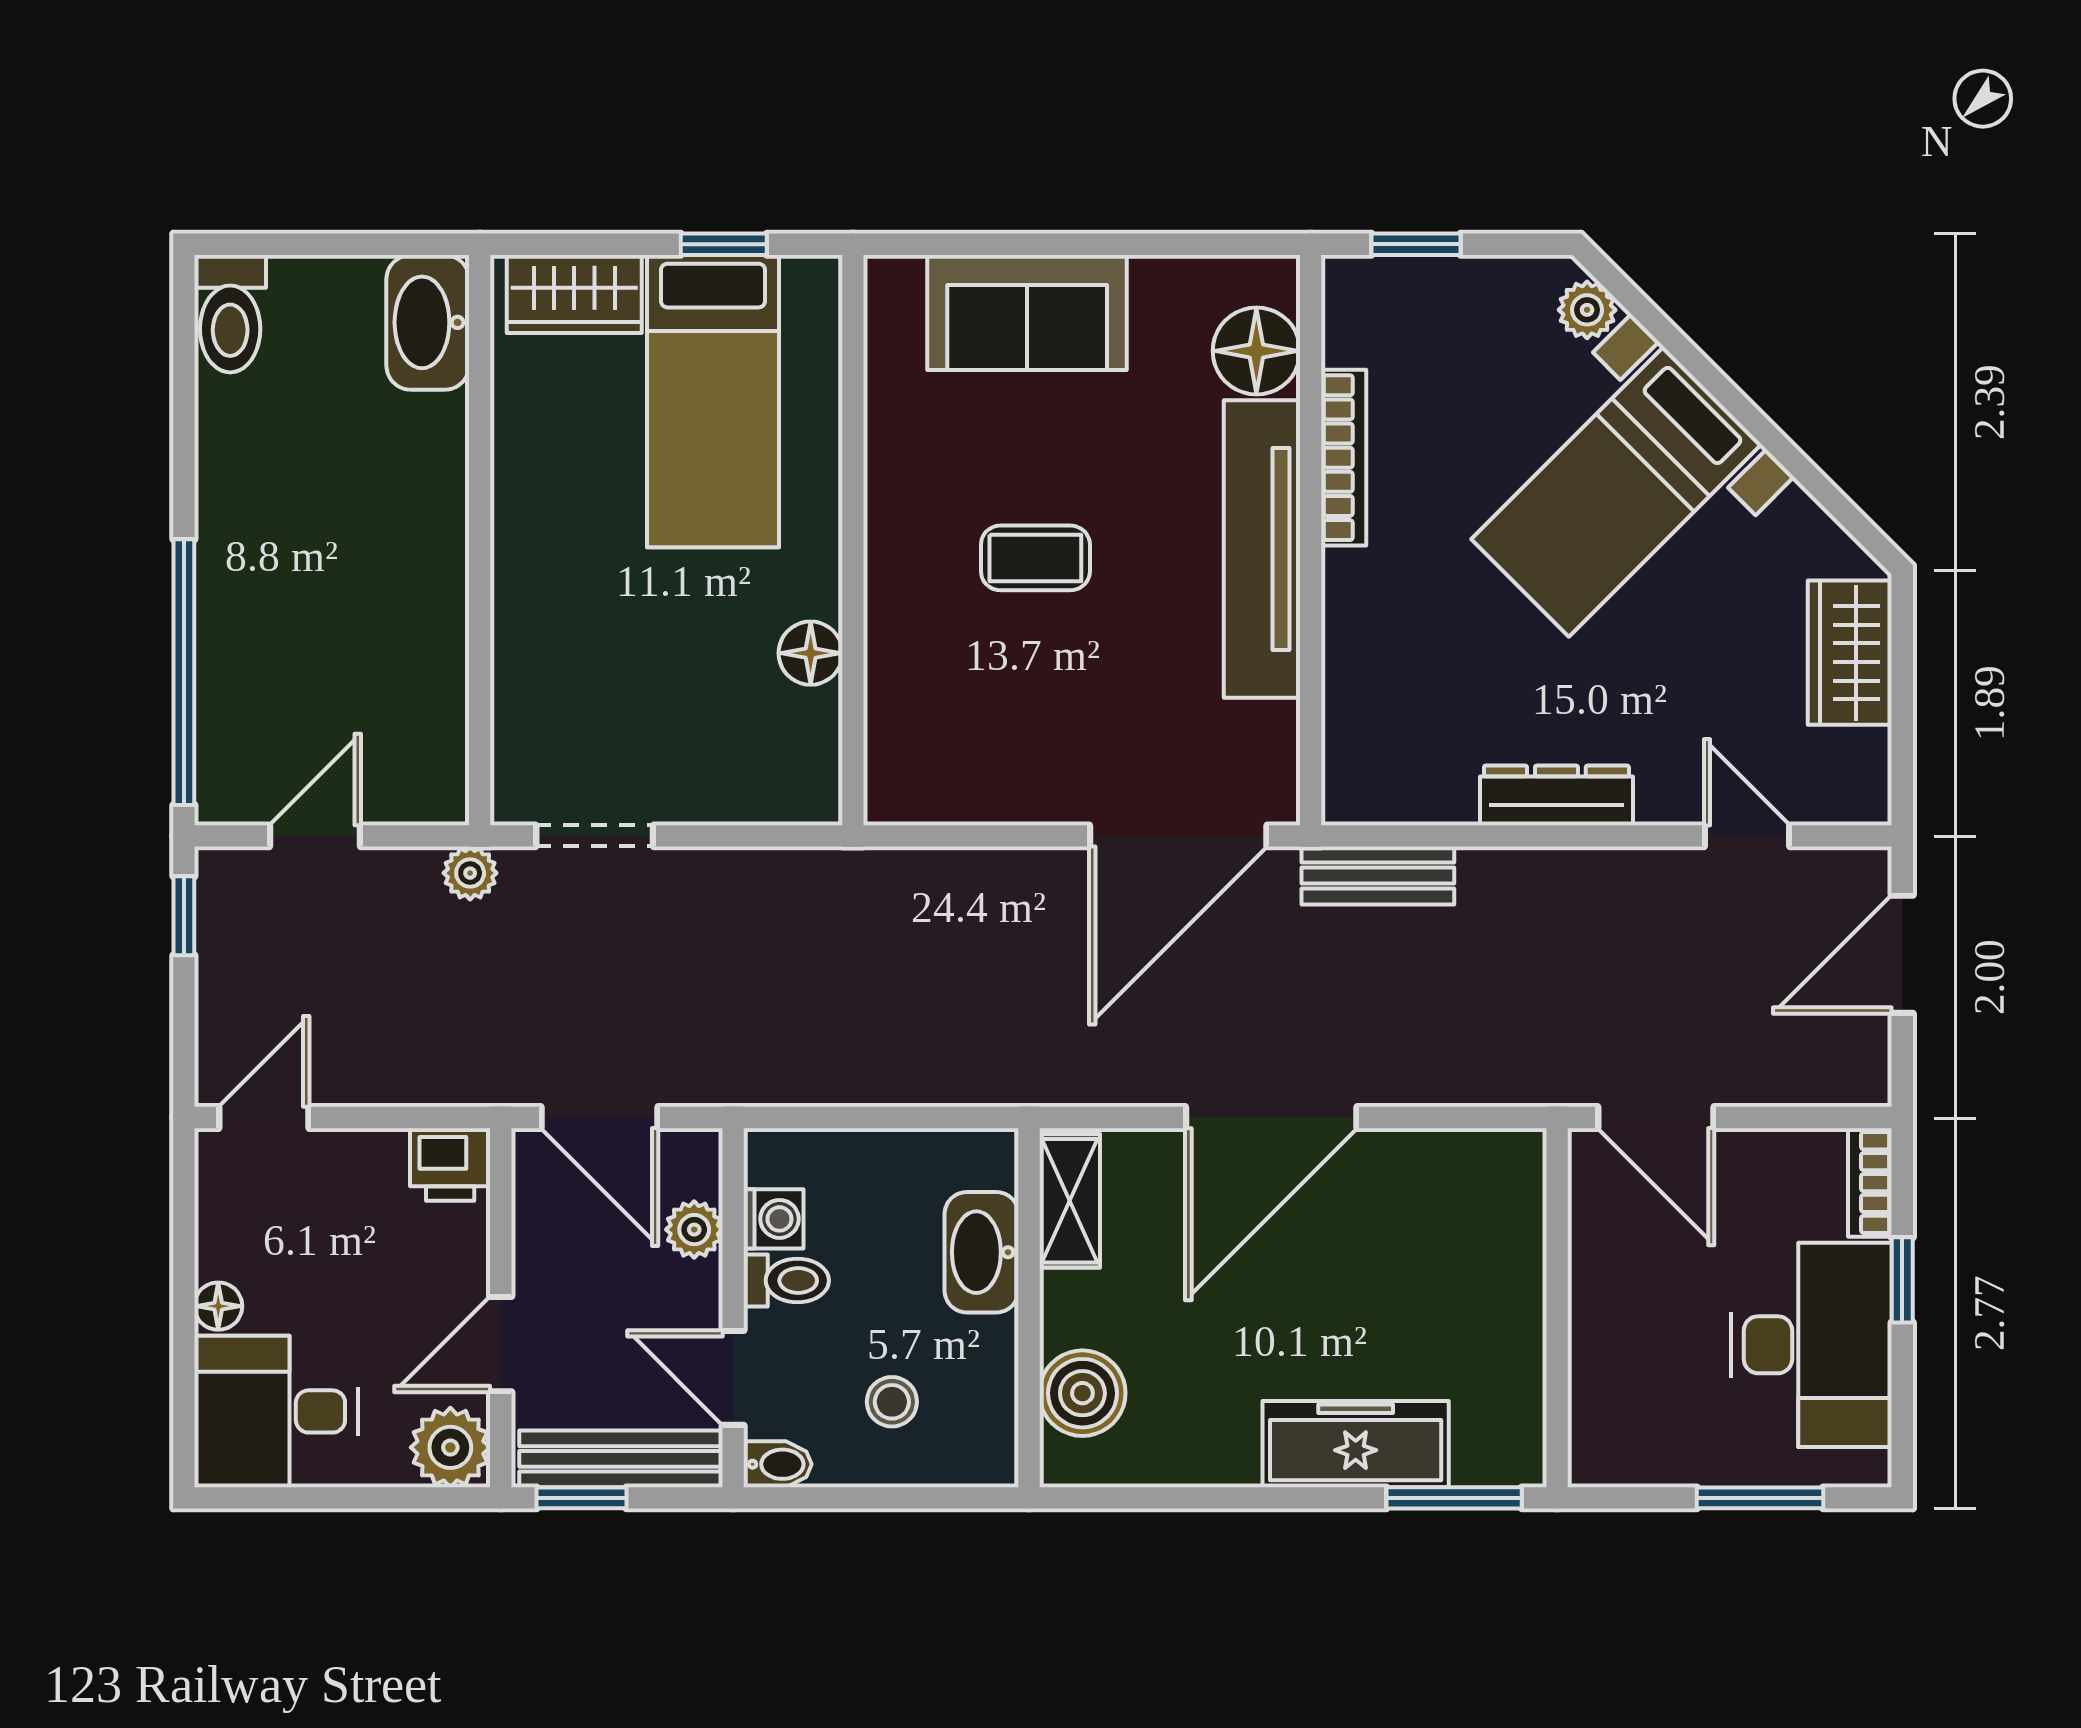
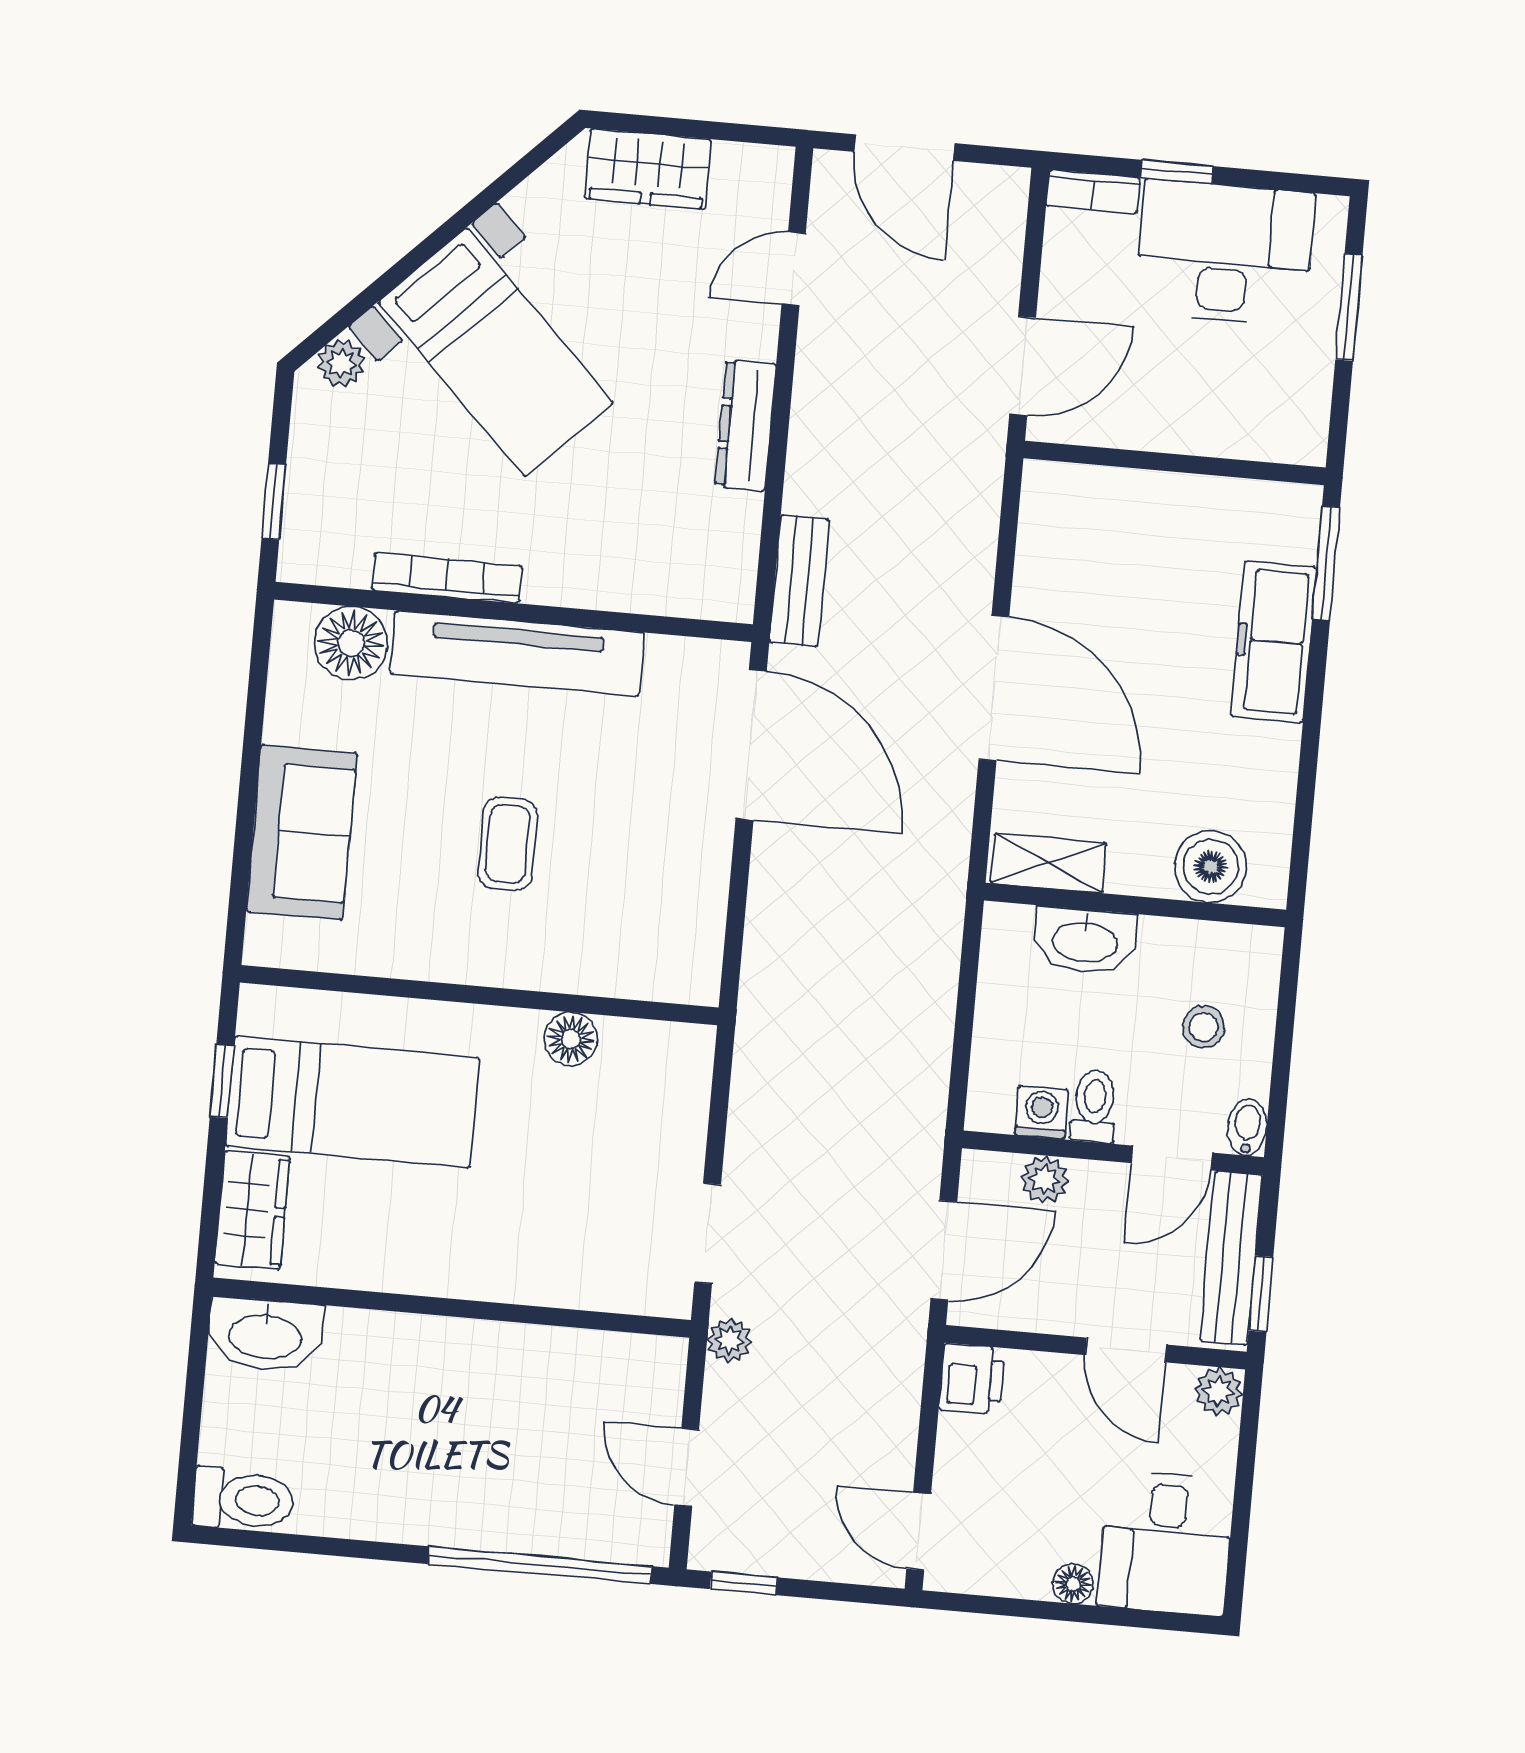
plant: (450, 1447) -> (1219, 1392), width x0.73, depth x0.73

